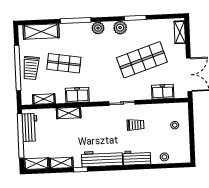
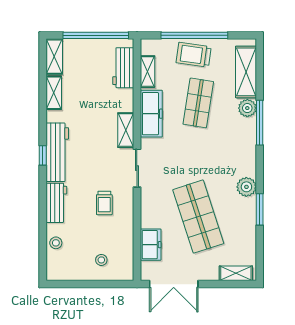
plant: (98, 28) -> (247, 108), moved
freezer: (77, 95) -> (151, 114), width x1.40
sliding door: (122, 103) -> (137, 168), moved
shelving: (69, 113) -> (126, 130), moved
workbench: (30, 127) -> (123, 68), moved, turned 90
window: (80, 170) -> (43, 155), moved

